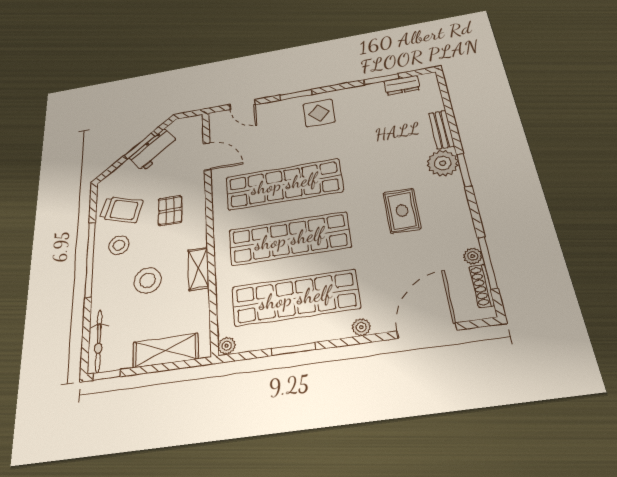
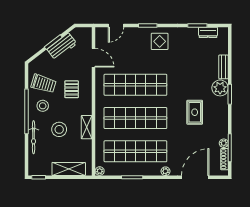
door: (242, 105) -> (116, 25), hinge flipped
bicycle: (99, 341) -> (34, 137), moved

